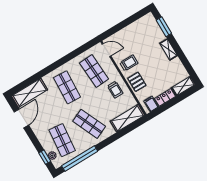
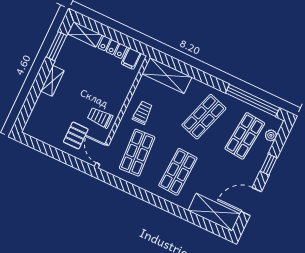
window: (164, 27) -> (57, 46), moved
pallet: (137, 82) -> (76, 135), moved
shop shelf: (89, 124) -> (204, 117), turned 42
window: (45, 157) -> (269, 165), moved

